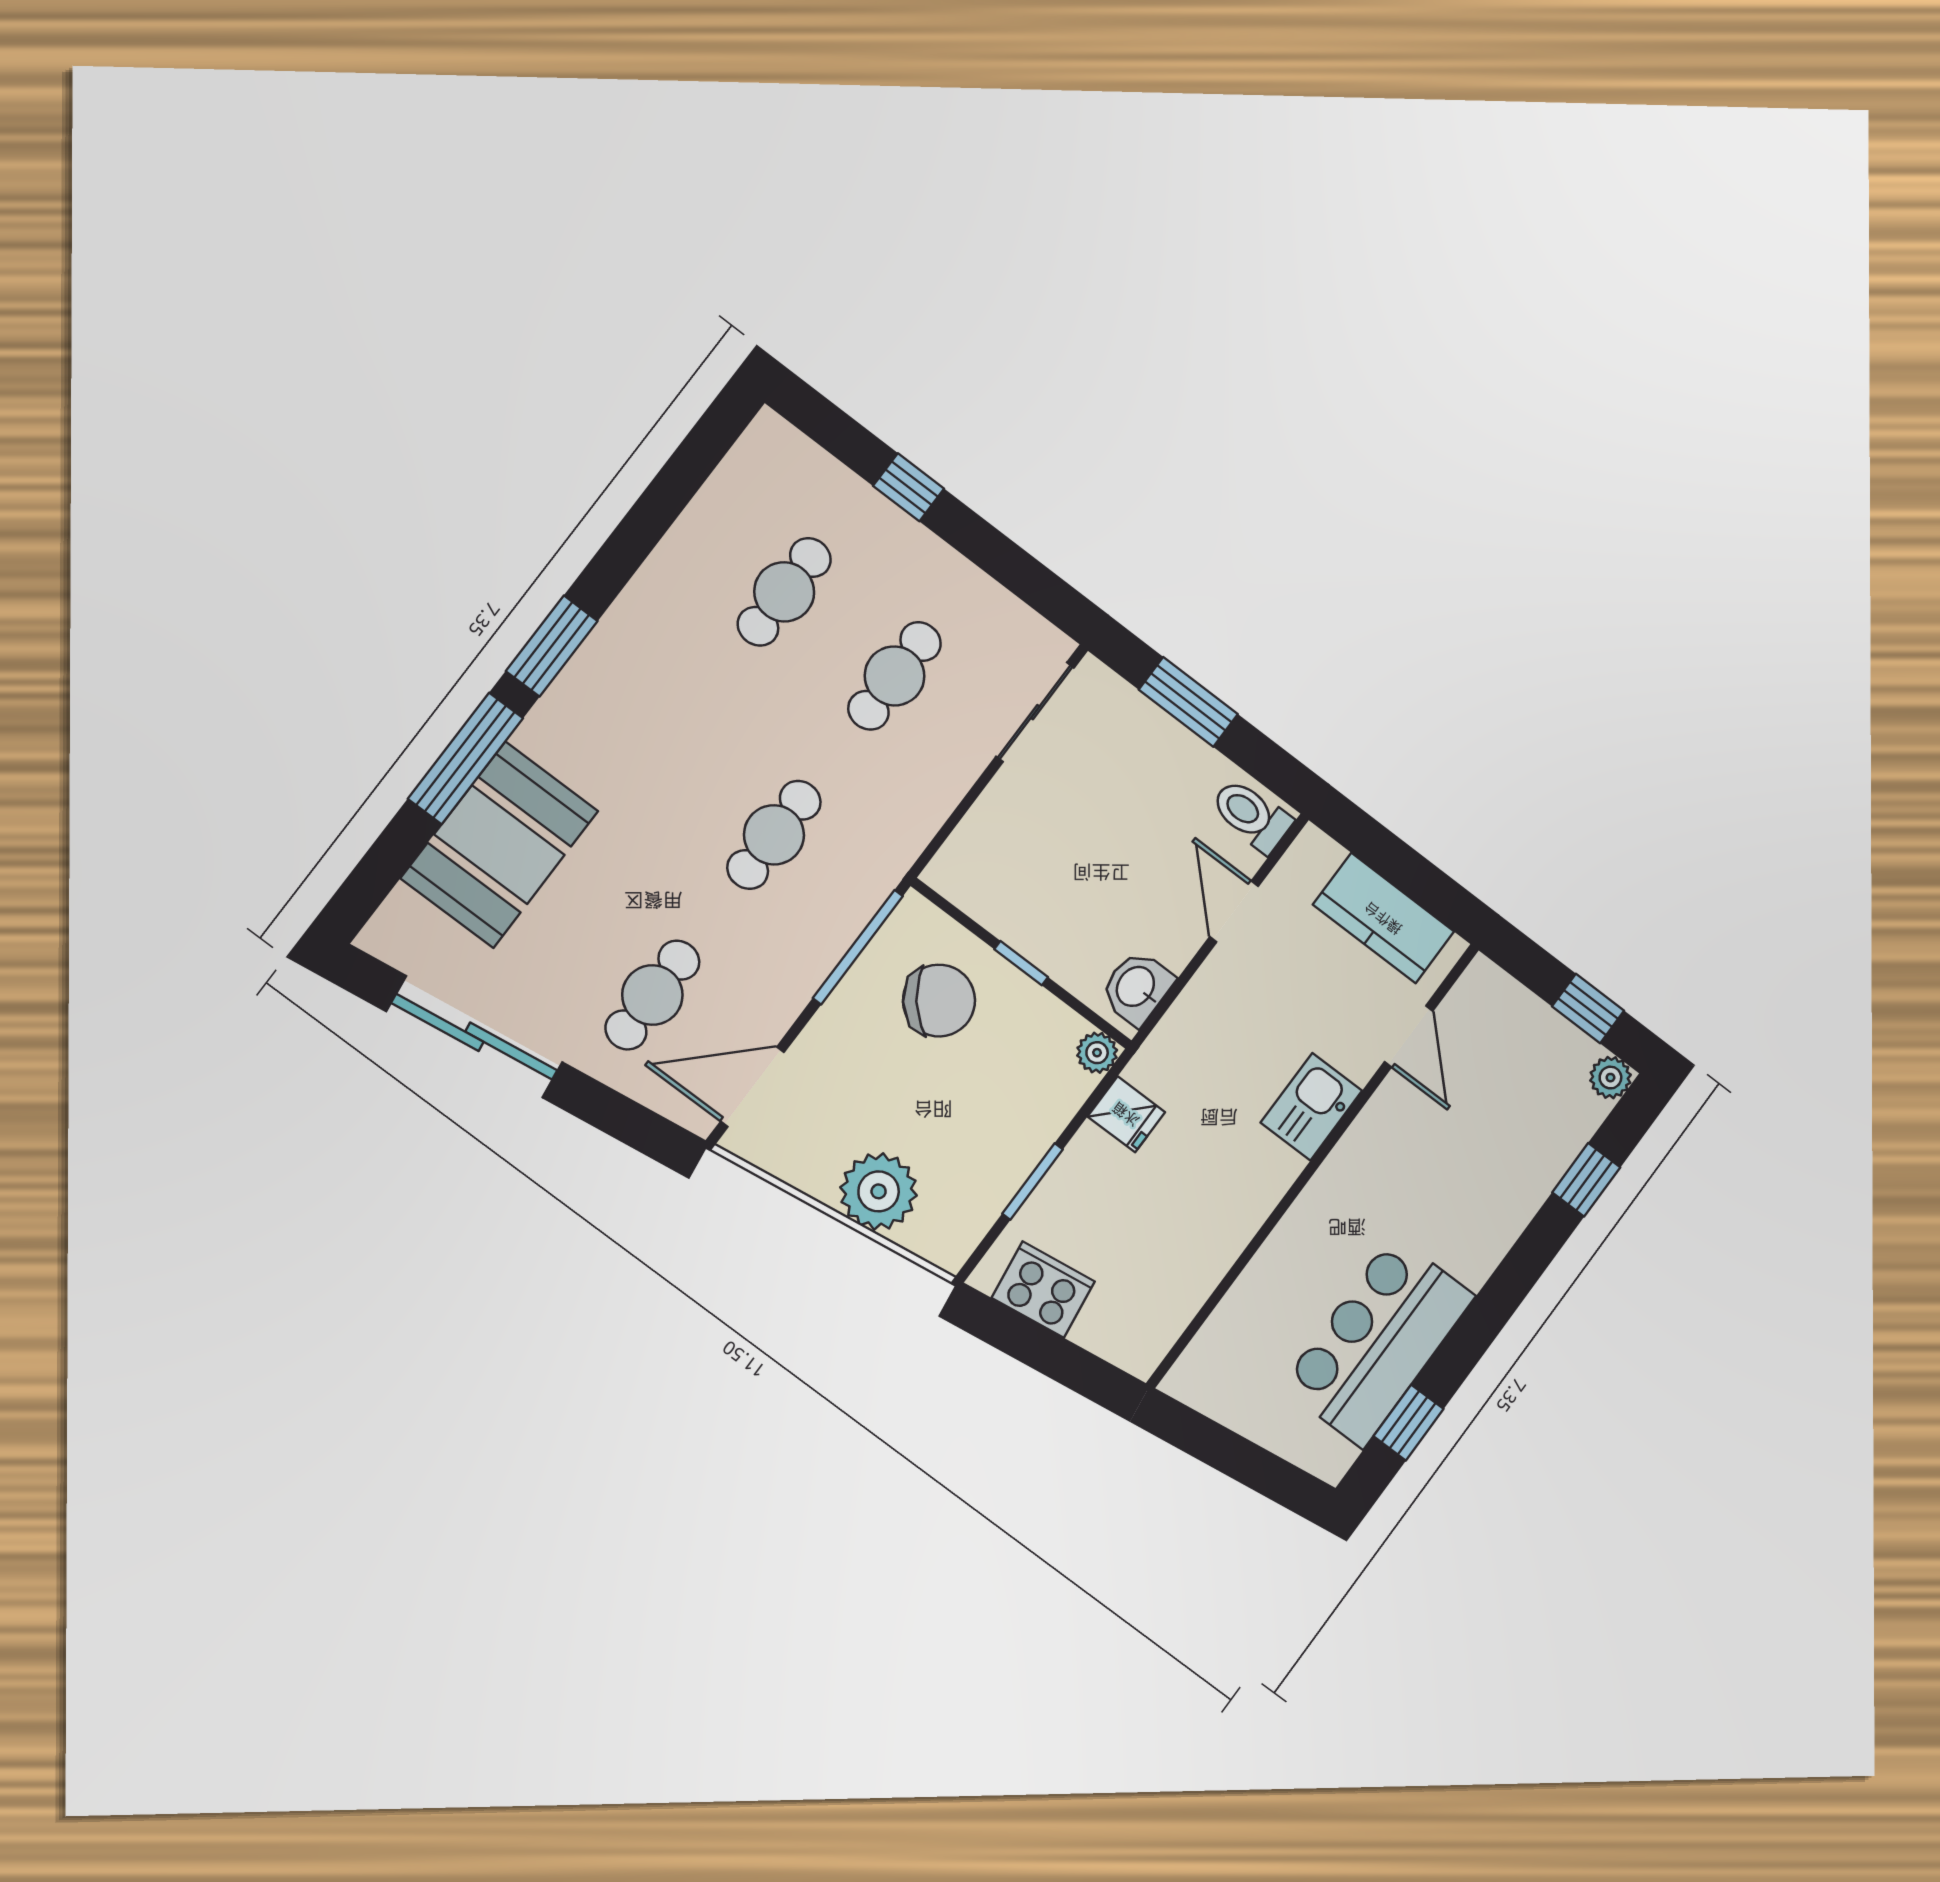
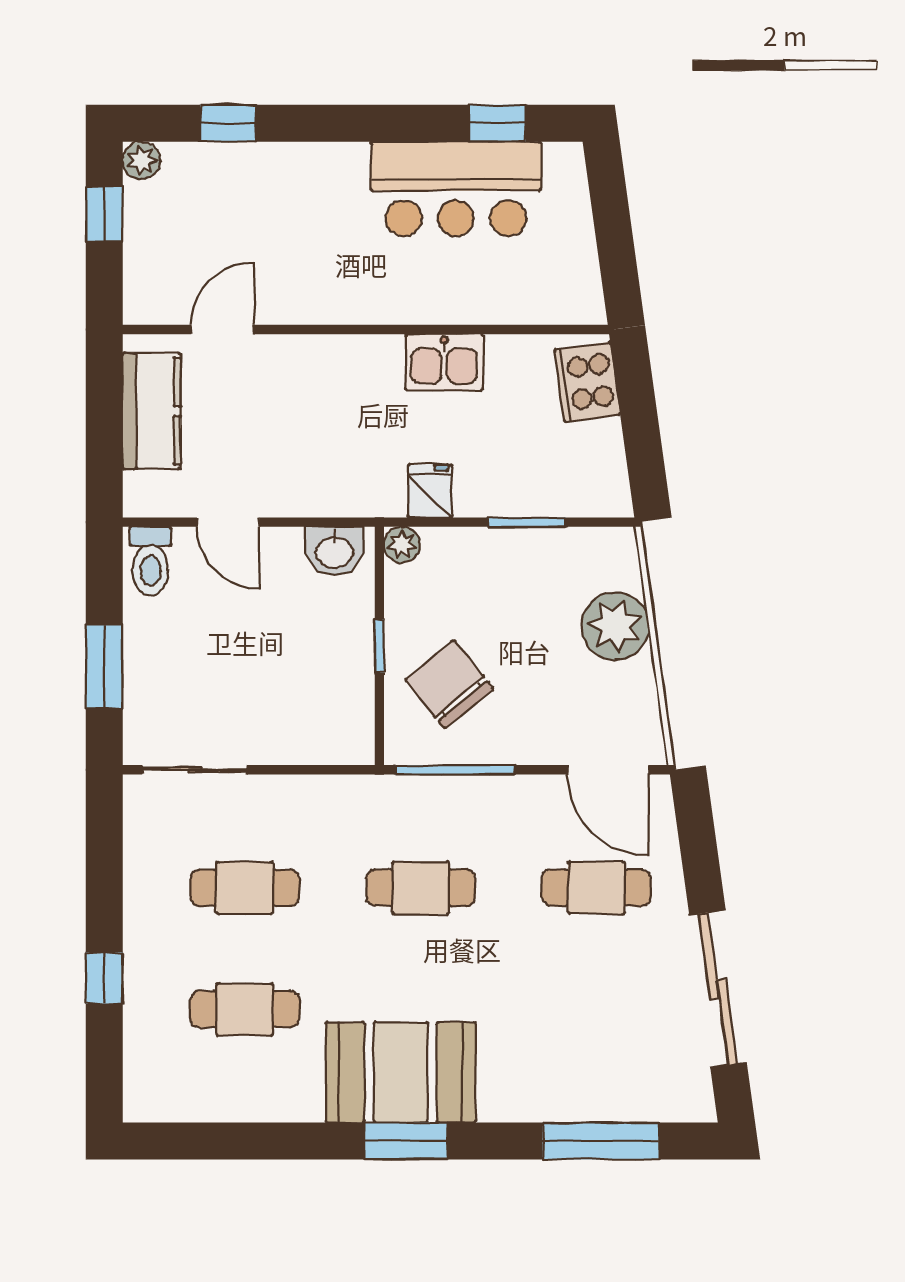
window: (465, 758) -> (601, 1141), moved
booth: (499, 845) -> (400, 1072), moved
door: (1234, 911) -> (228, 522), hinge flipped
kitchen sink: (1311, 1107) -> (444, 362), moved
cooker: (1043, 1290) -> (587, 382), moved

